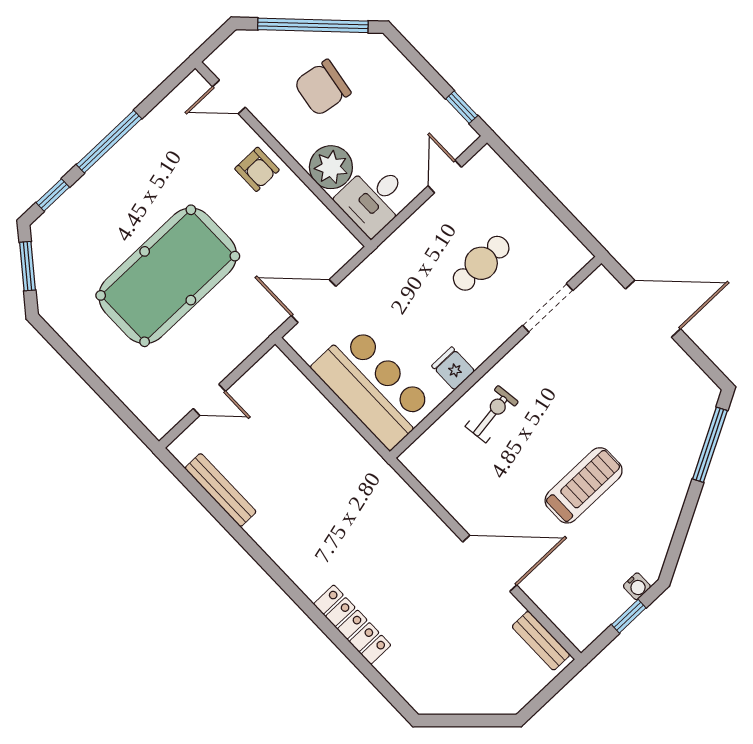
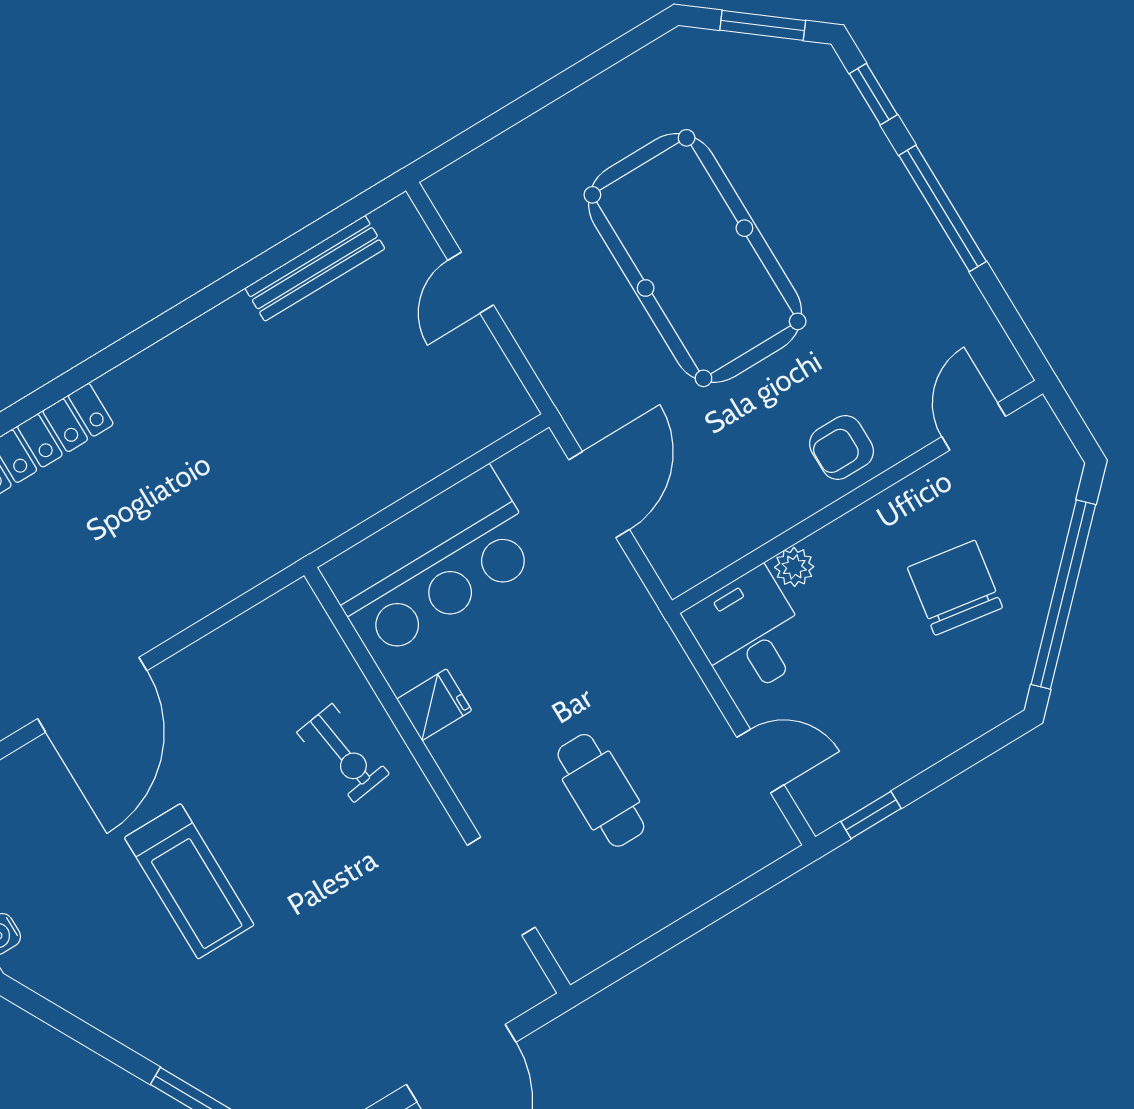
plant: (331, 167) -> (794, 567), width x0.53, depth x0.53

